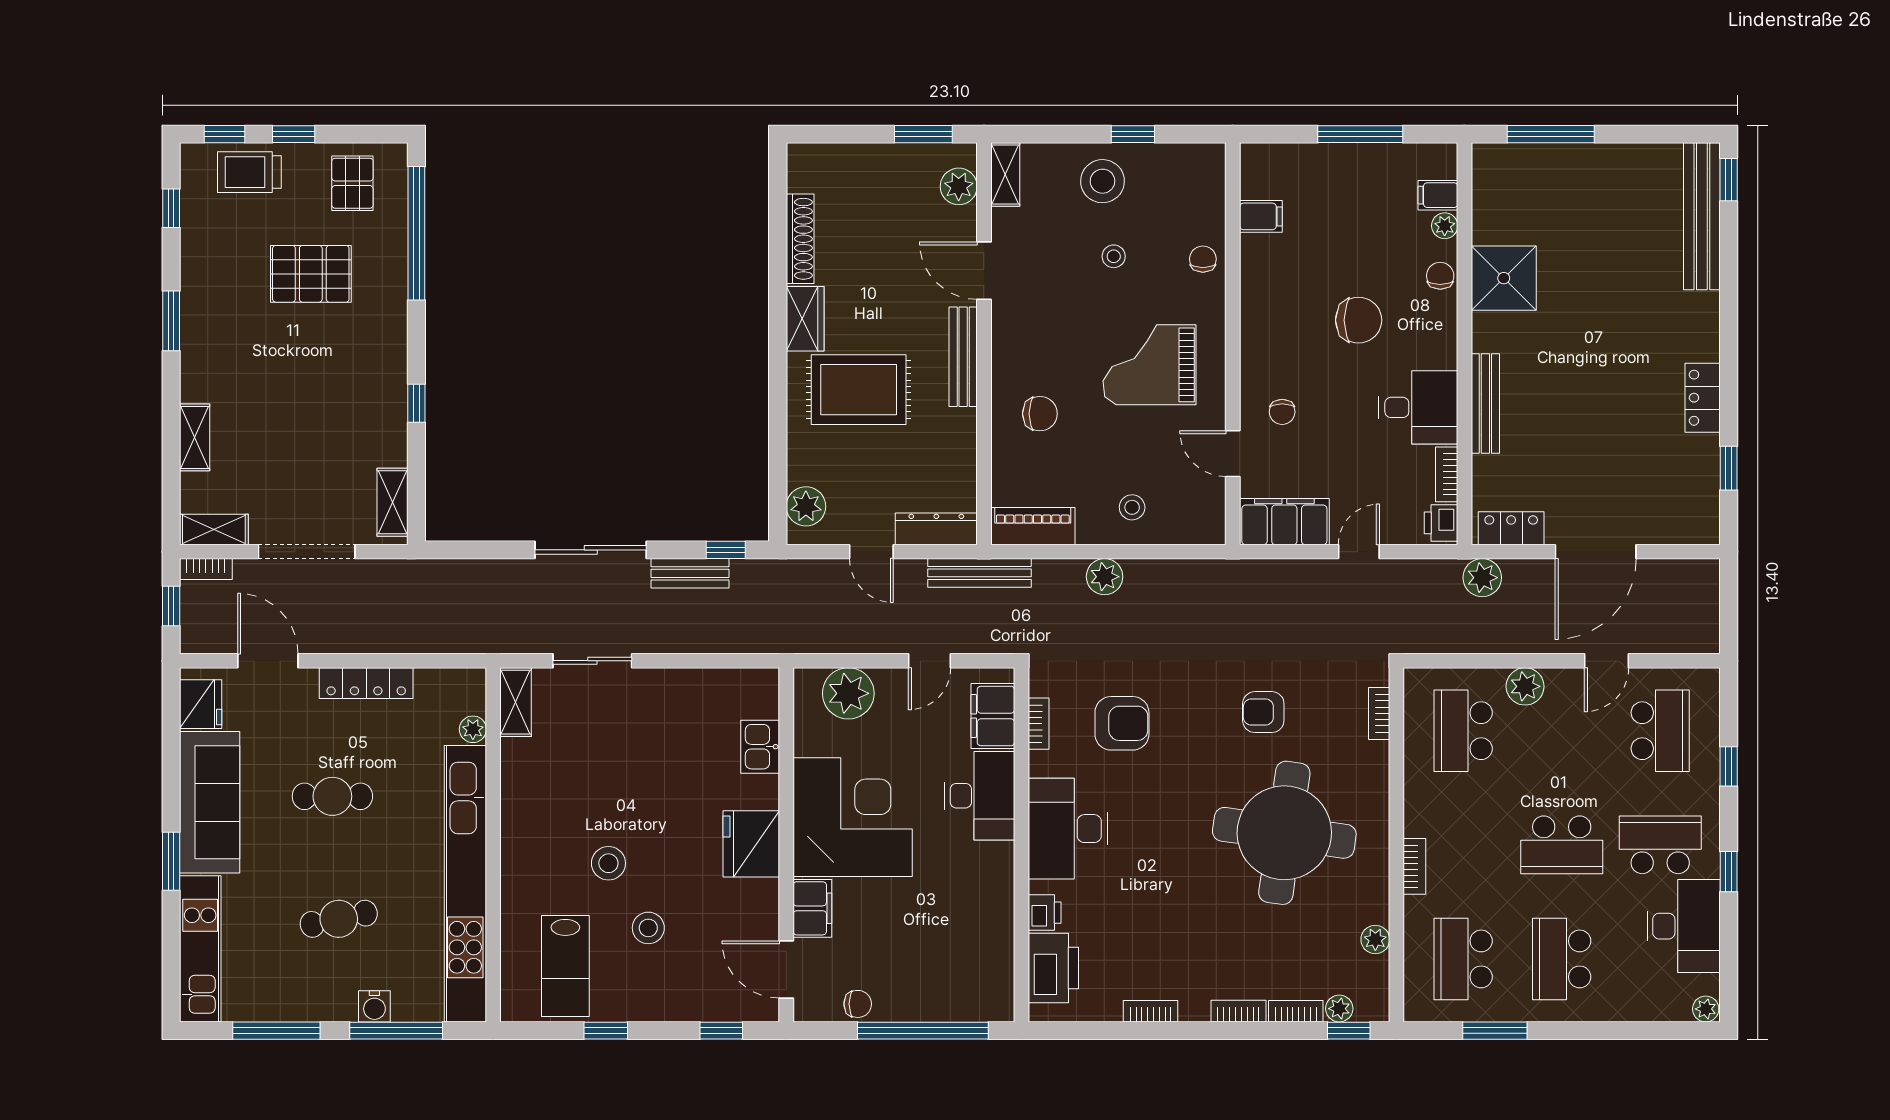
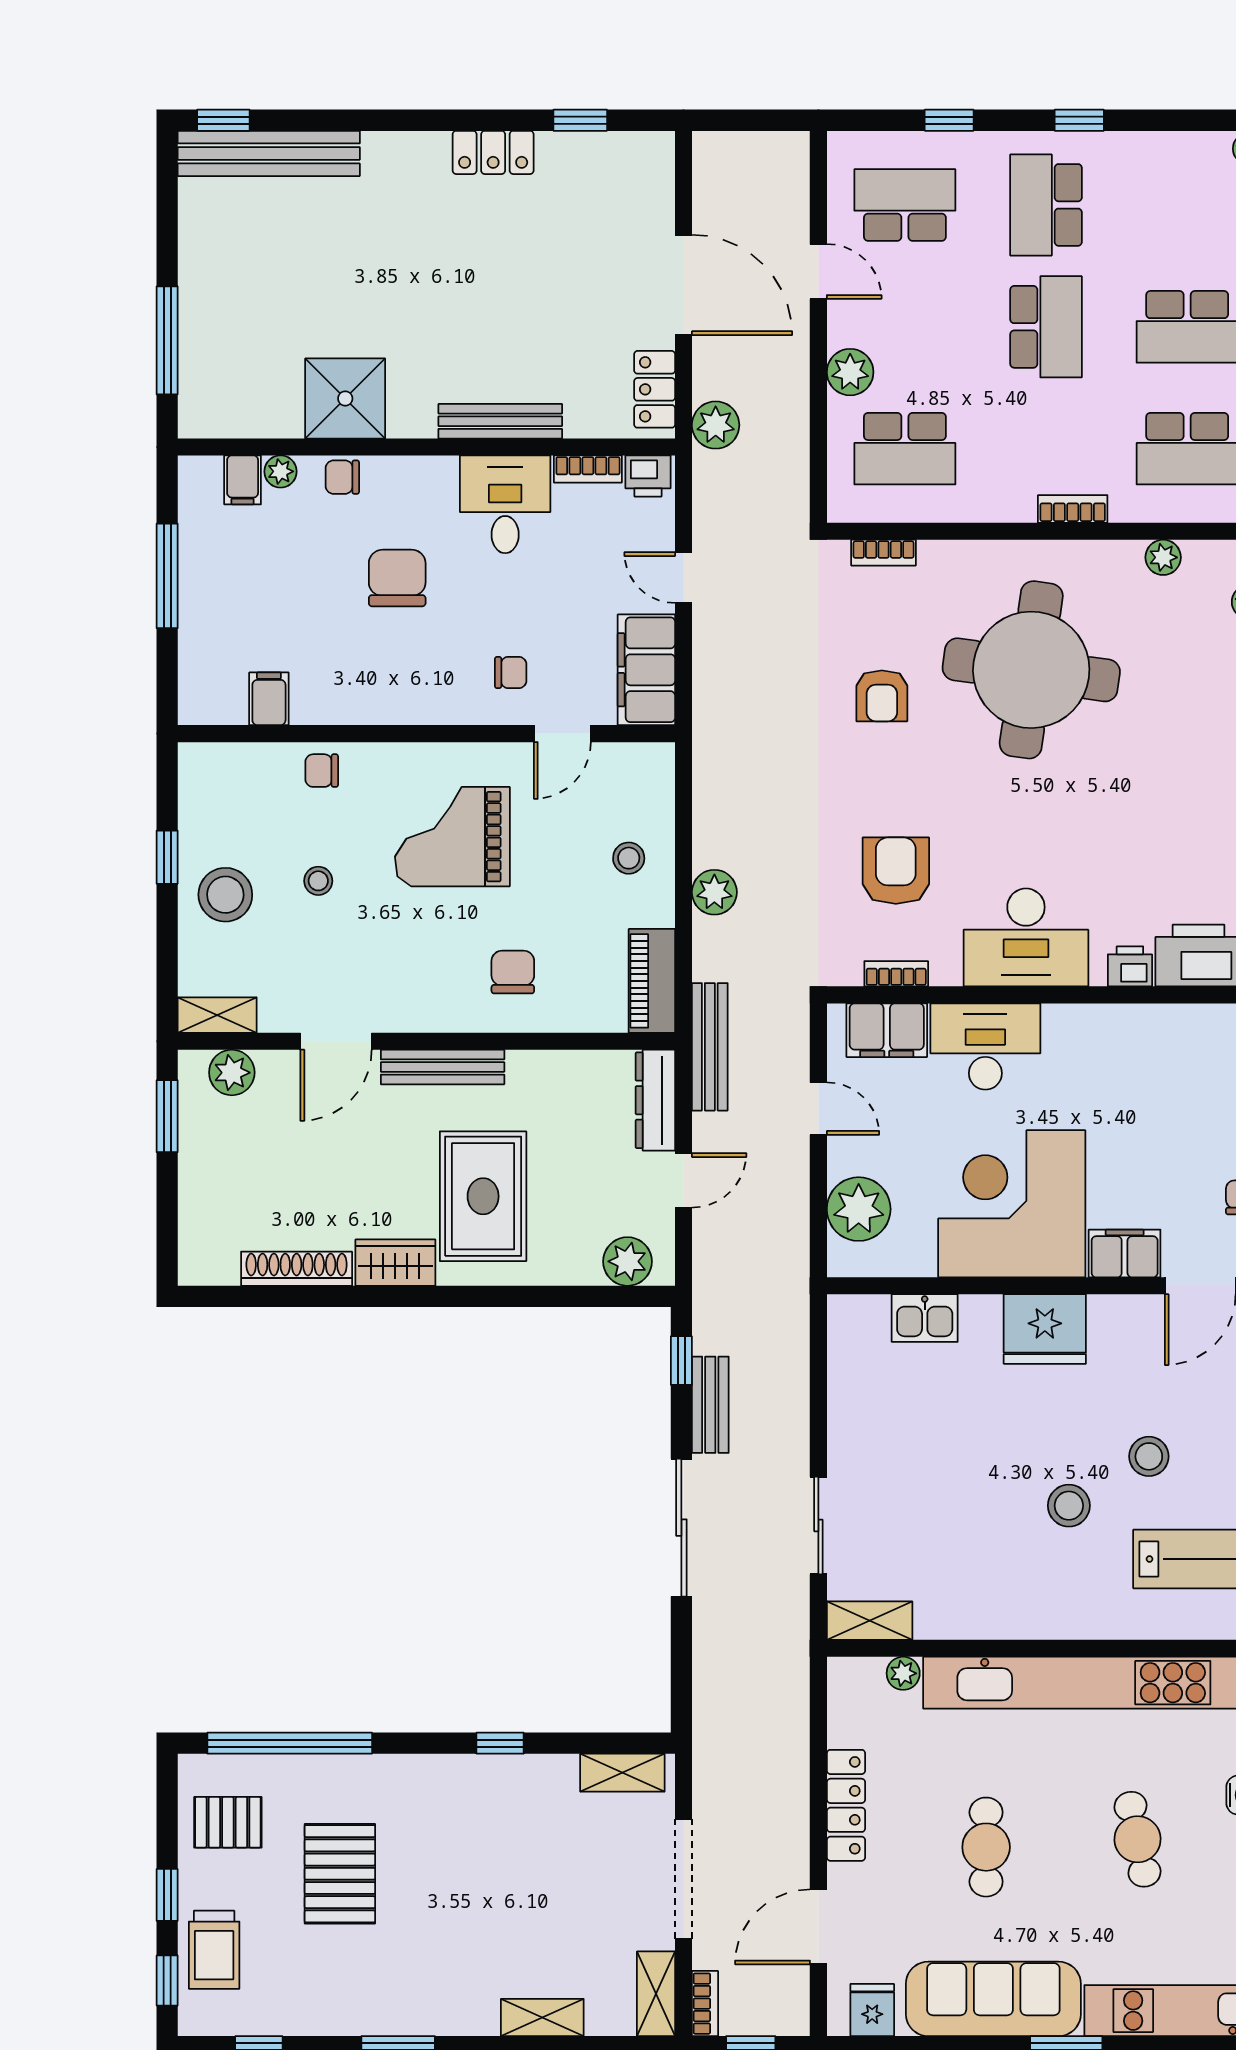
grand piano: (1149, 365) -> (452, 837), turned 90
fridge: (201, 704) -> (872, 2010), width x0.72
desk: (1684, 926) -> (1147, 176), removed

